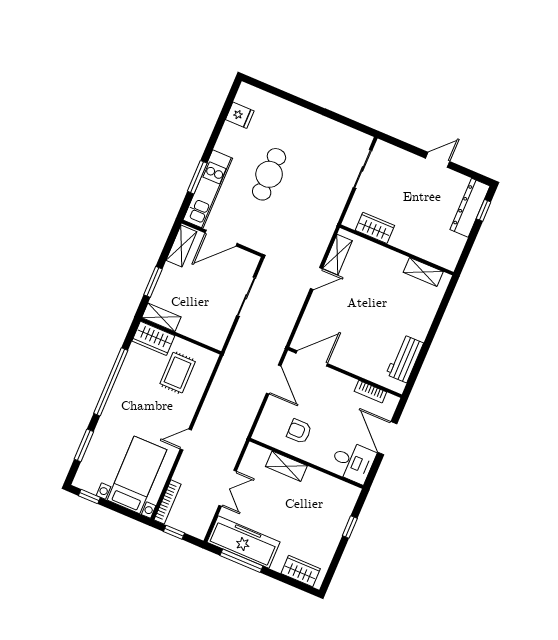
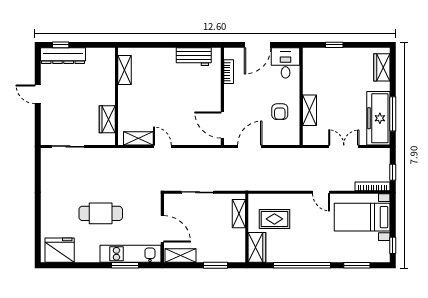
fridge: (240, 115) -> (60, 250), width x1.88, depth x1.34
shelving: (161, 317) -> (239, 214), moved

